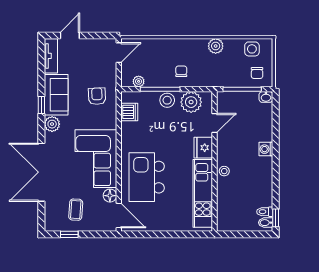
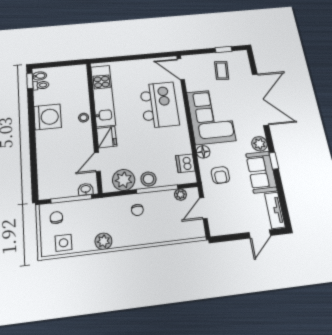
door: (119, 53) -> (203, 208), moved
washbasin: (266, 97) -> (86, 189), moved
washing machine: (266, 149) -> (48, 117), moved, width x1.89, depth x1.89
floor lamp: (110, 196) -> (203, 152), moved

